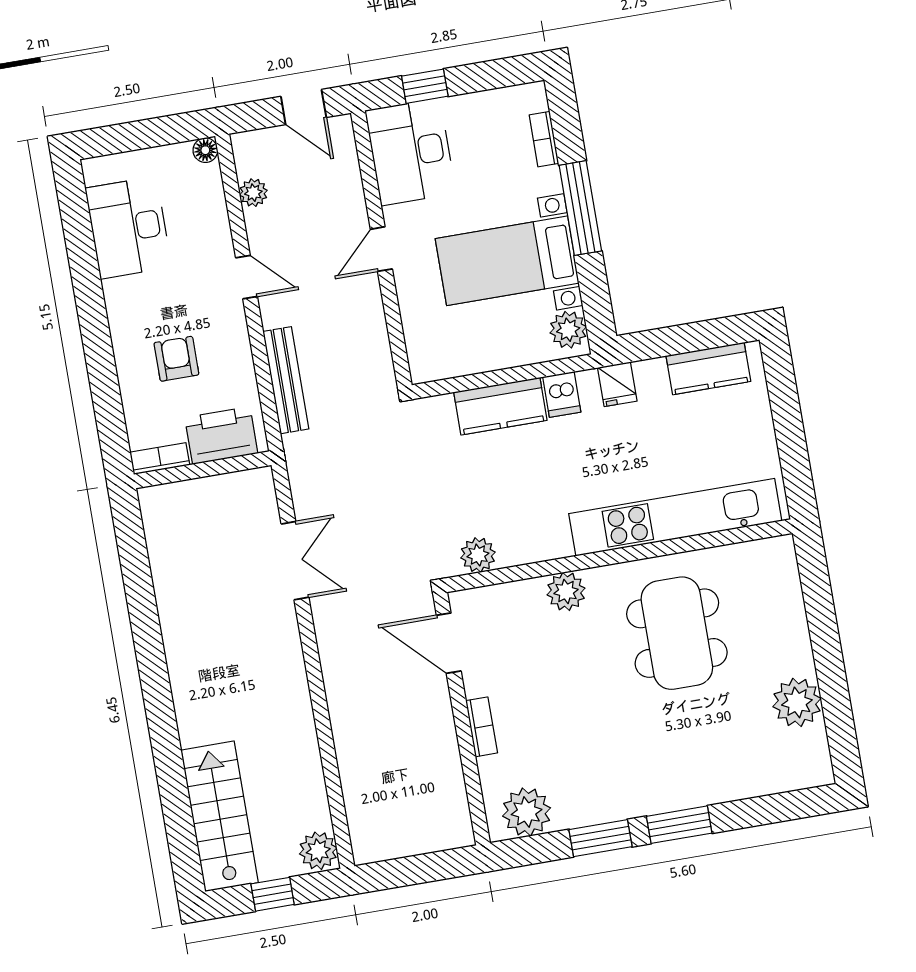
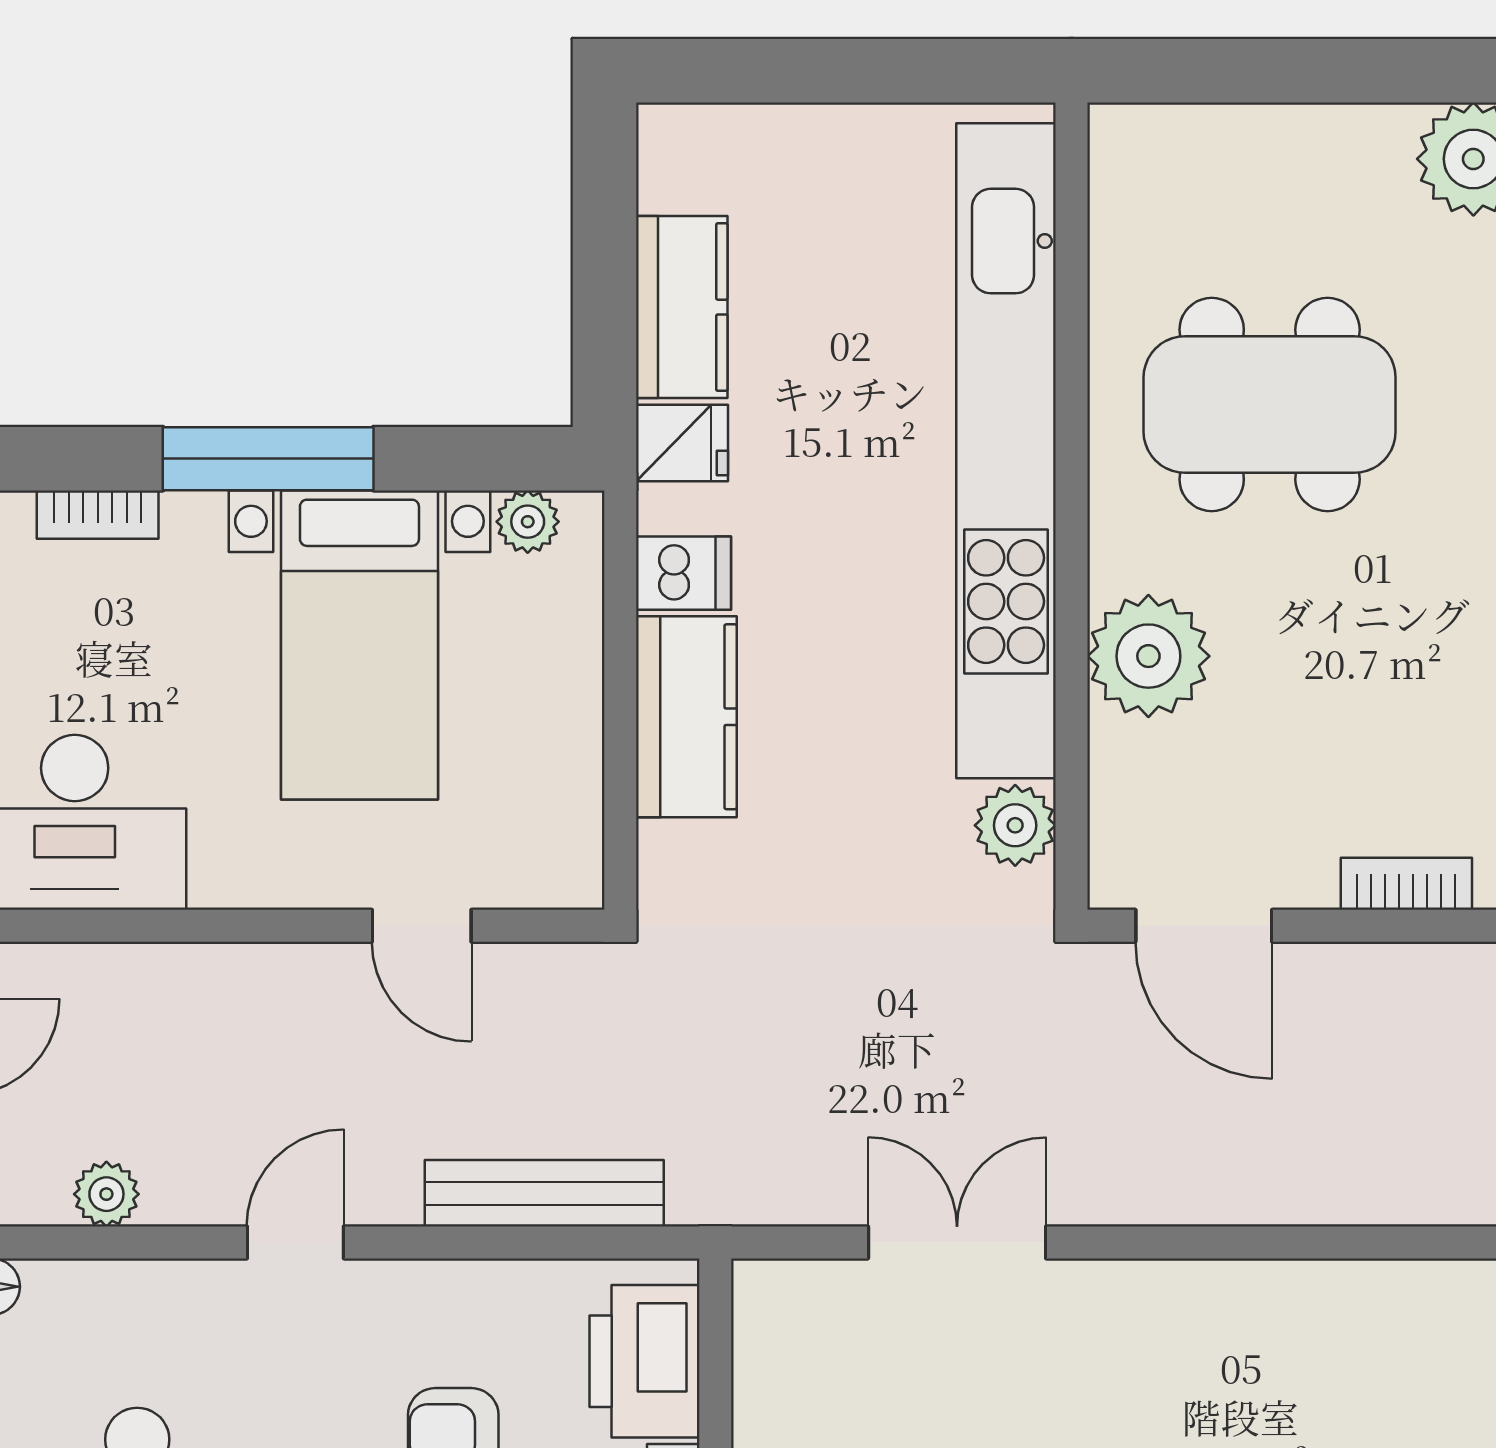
door: (381, 249) -> (422, 926), moved
plant: (568, 330) -> (528, 522), width x0.73, depth x0.73
kitchen counter: (708, 369) -> (682, 307), moved
kitchen unit: (675, 517) -> (1006, 451), width x1.36
plant: (566, 592) -> (1148, 656), width x1.36, depth x1.36
door: (449, 643) -> (1204, 926), hinge flipped

